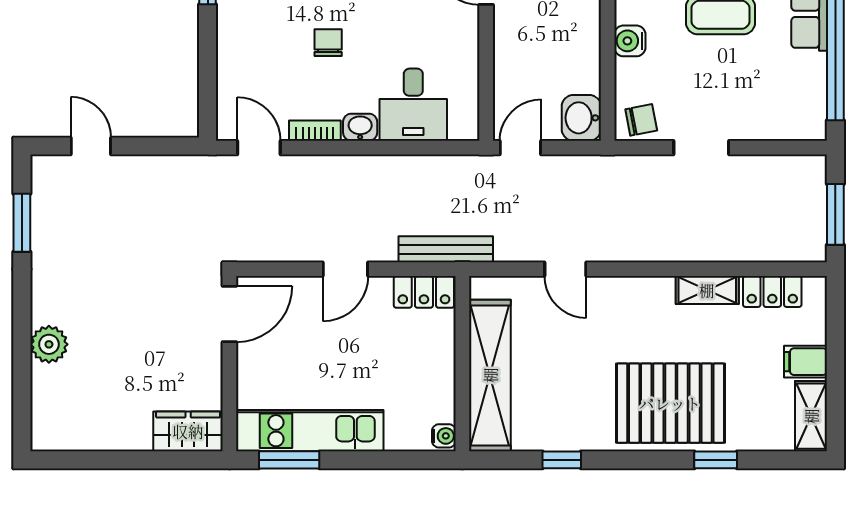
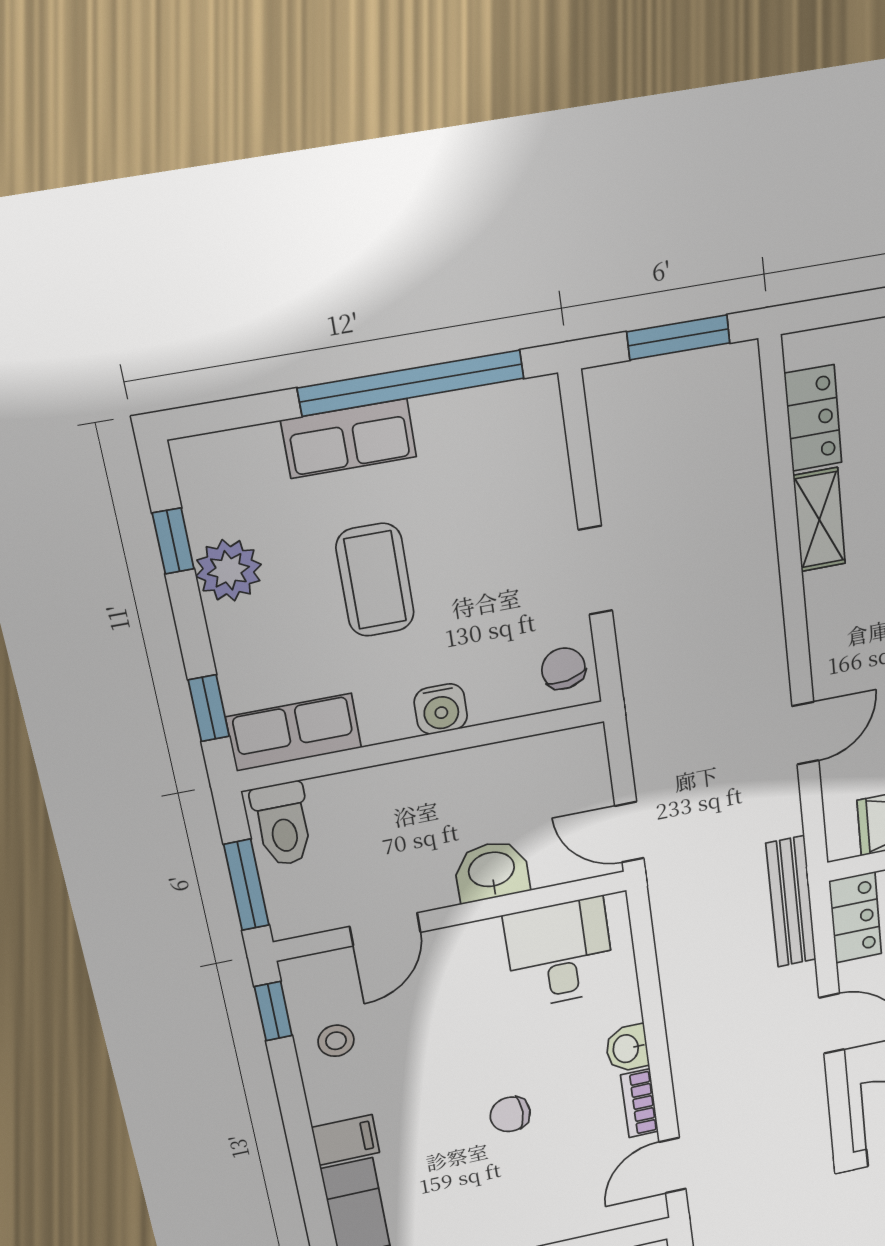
desk: (413, 105) -> (560, 953), moved, turned -90
washbasin: (581, 118) -> (492, 871), moved, turned 180

